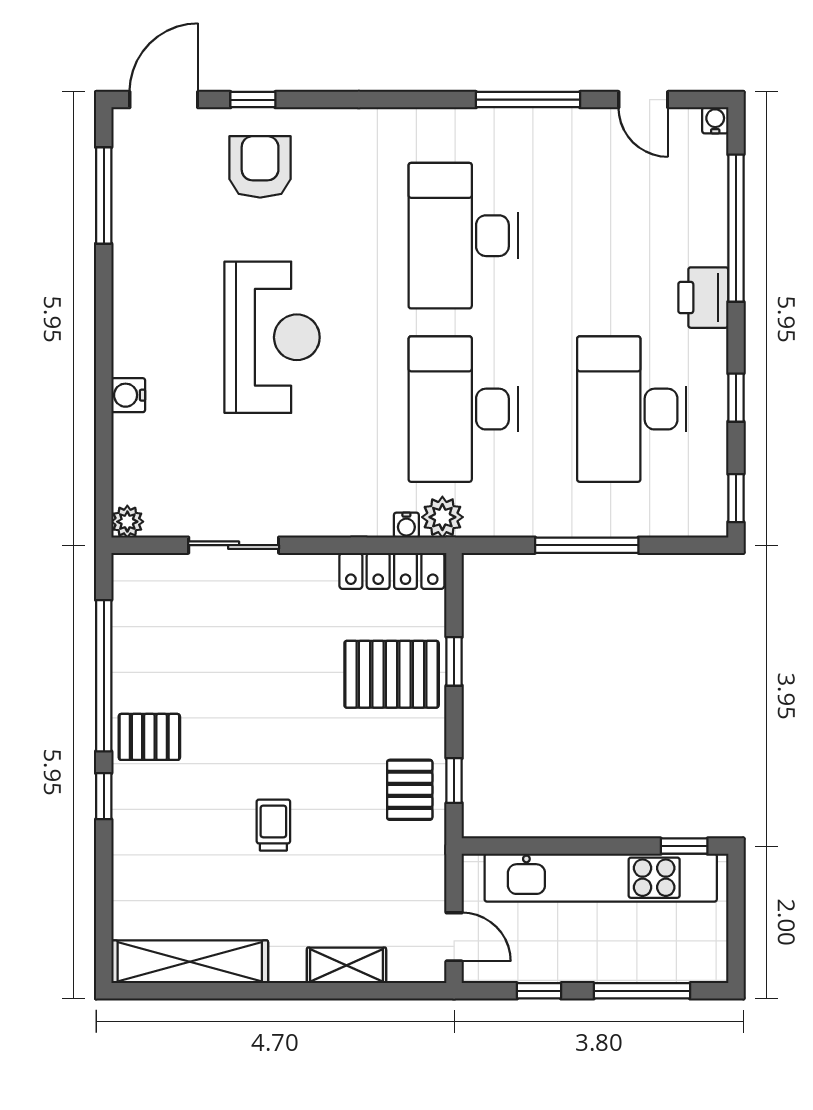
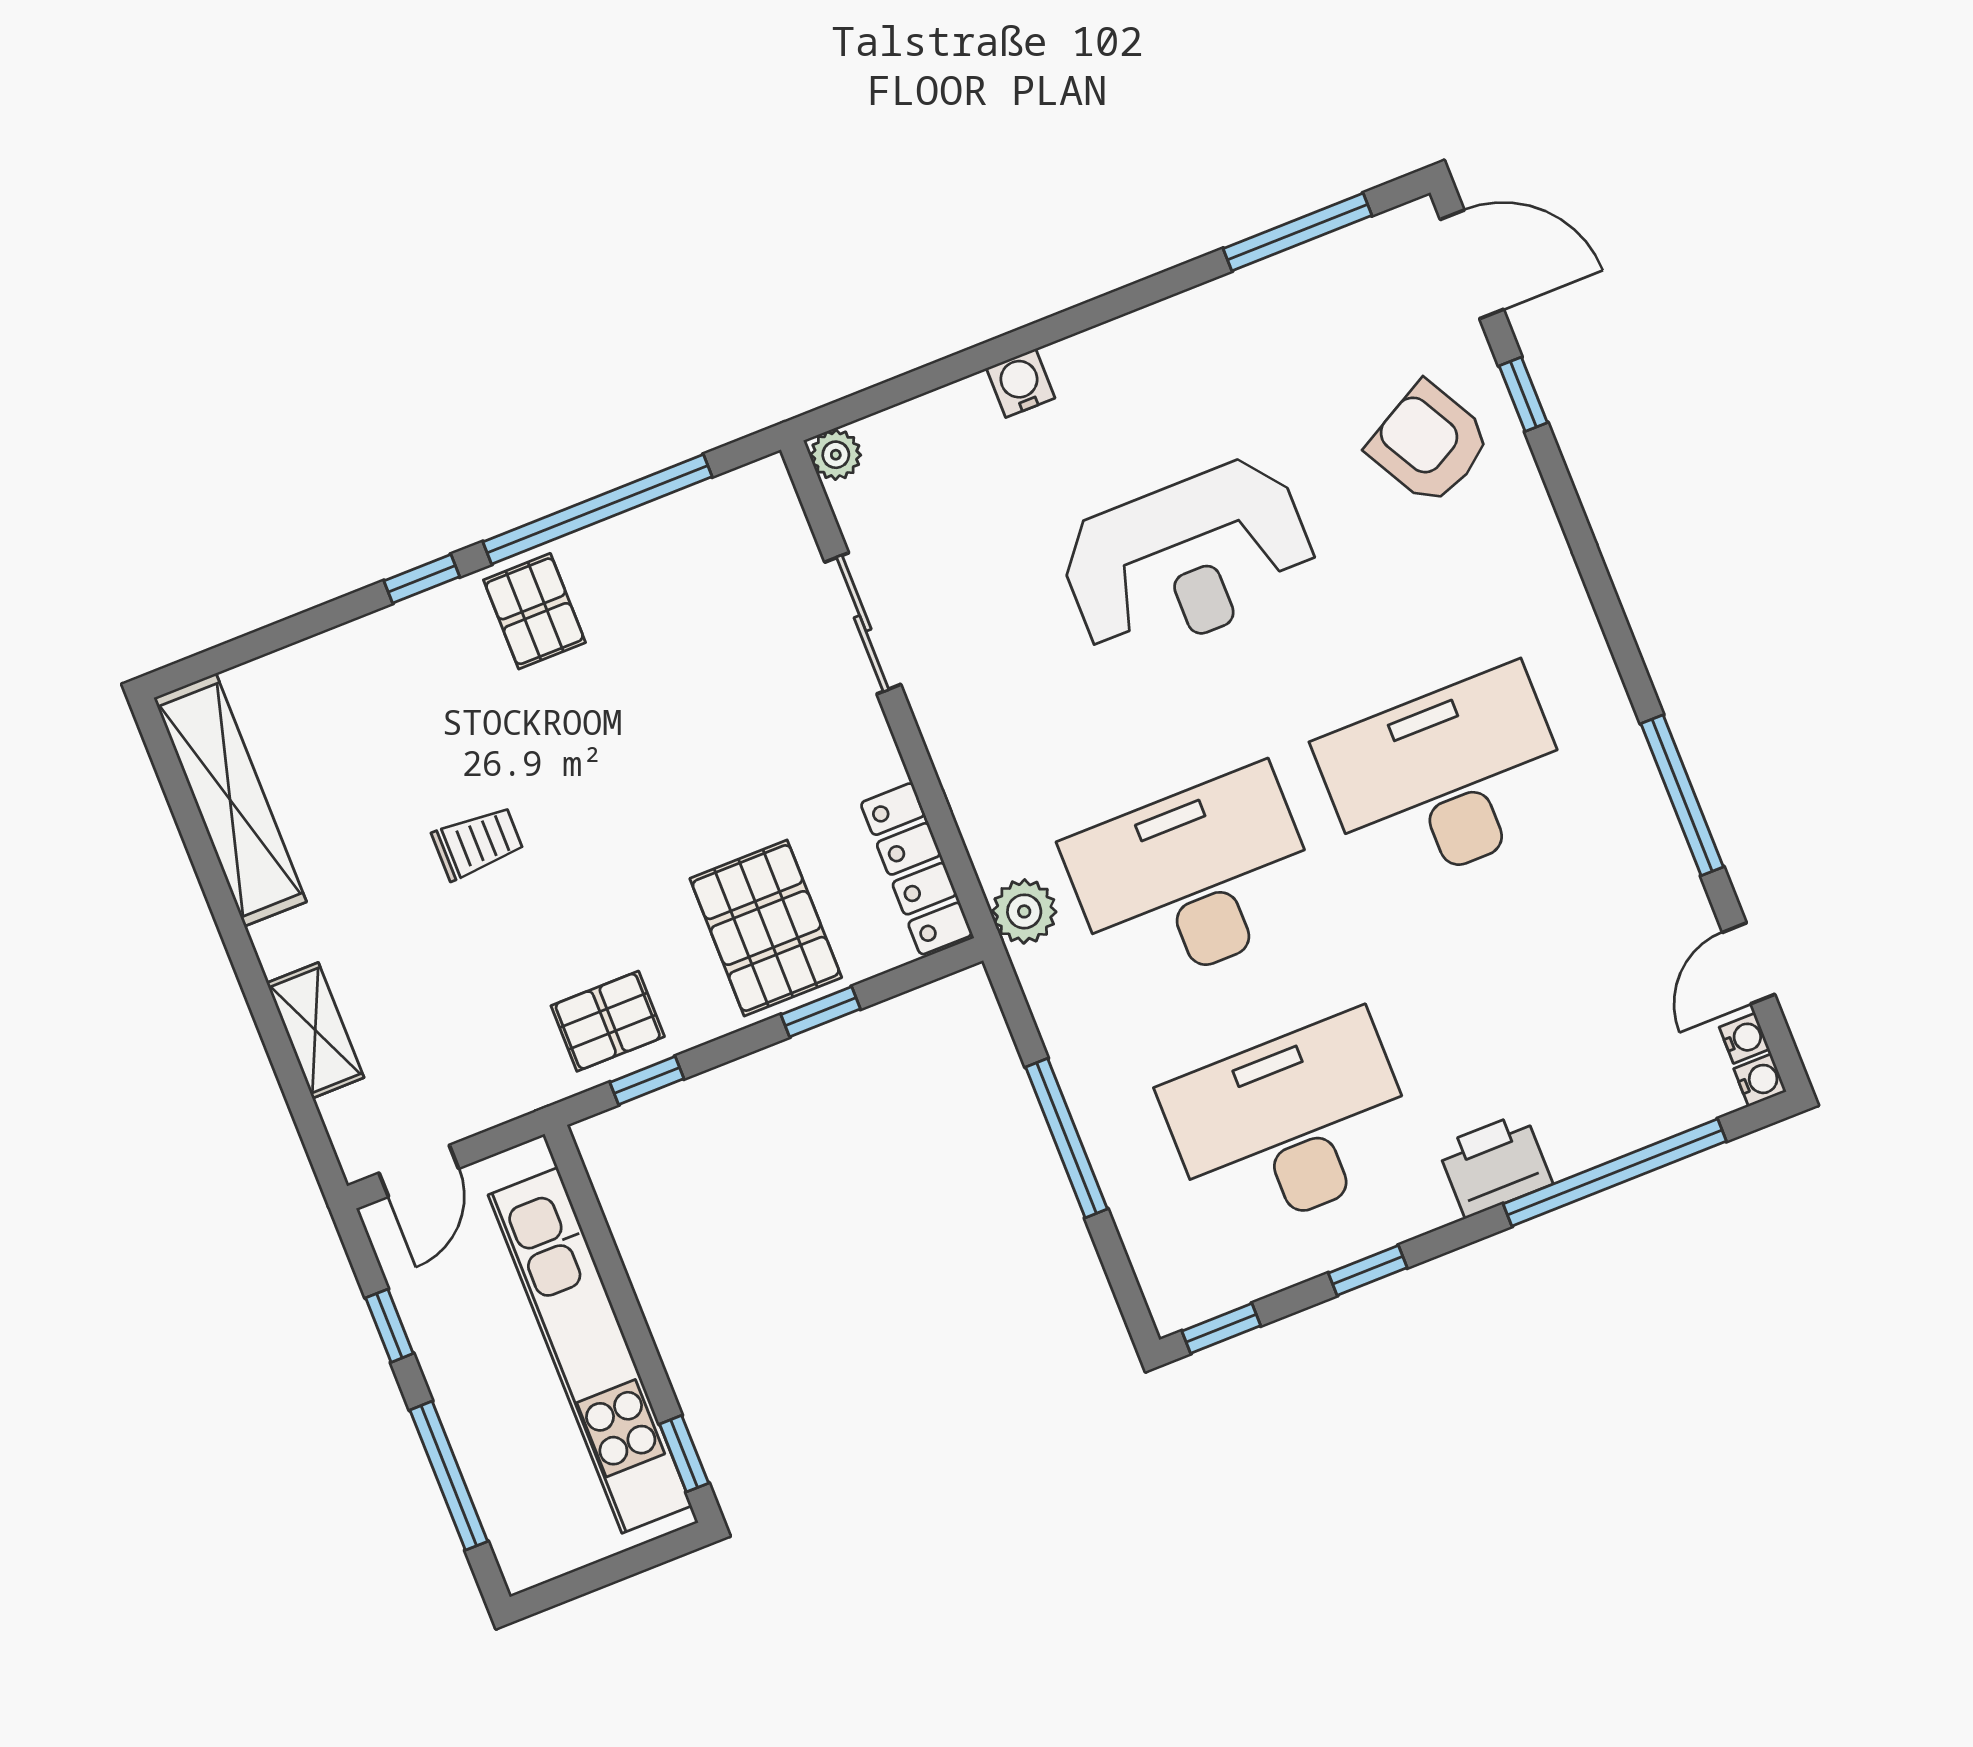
armchair: (260, 167) -> (1429, 443), turned -119
water cooler: (406, 525) -> (1744, 1038), moved, turned 180

